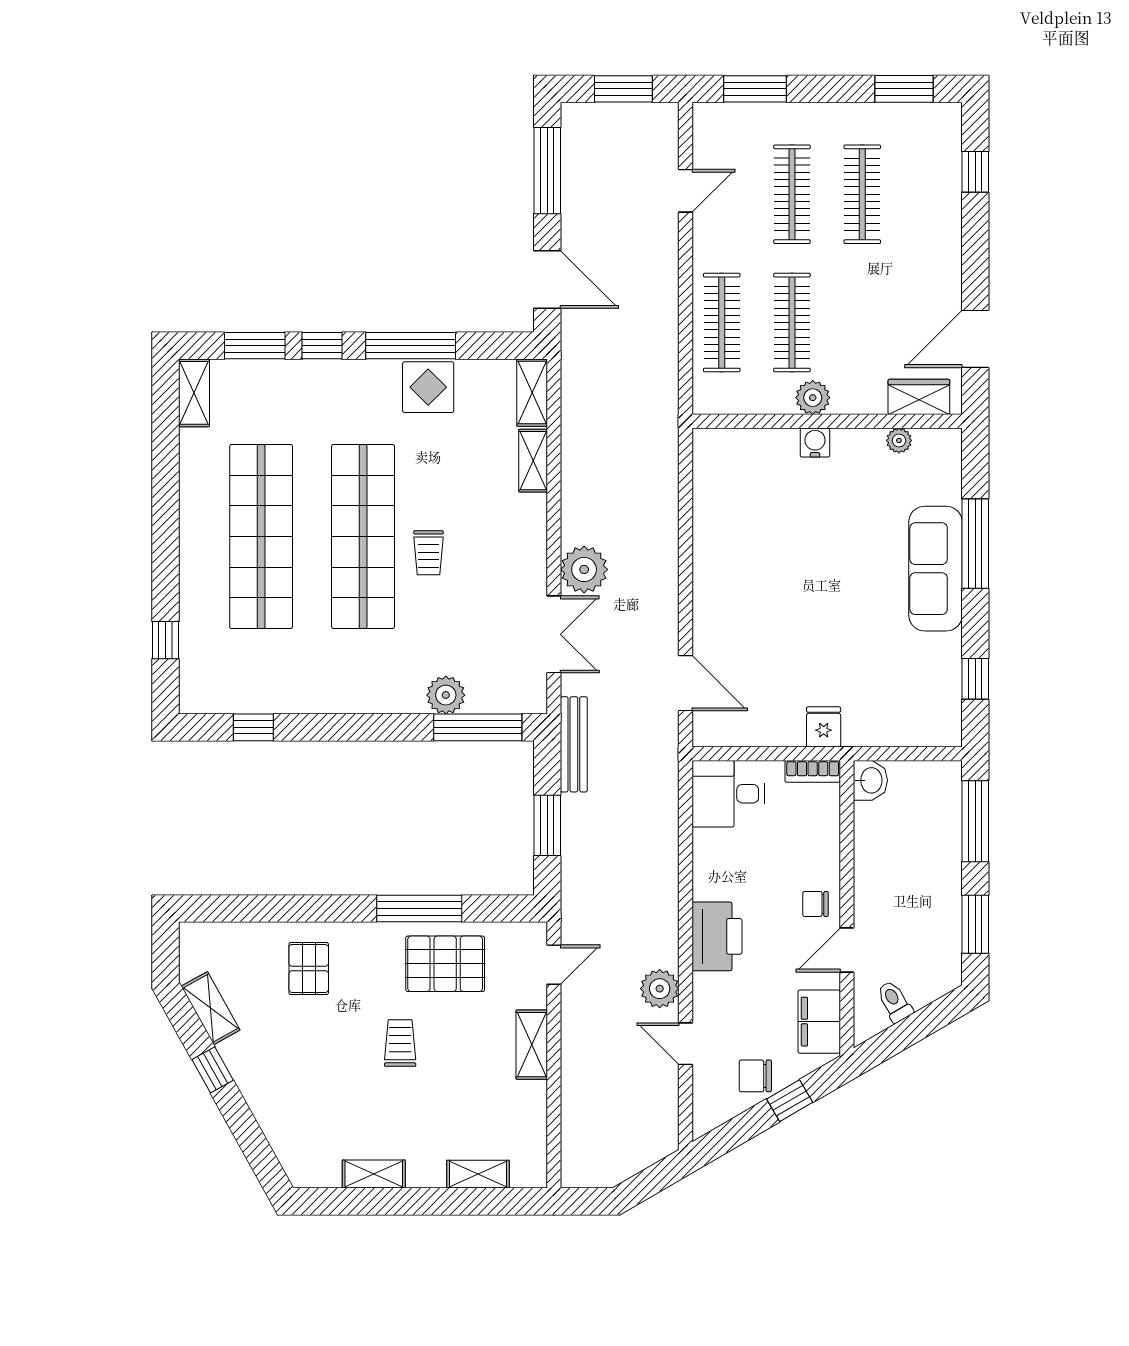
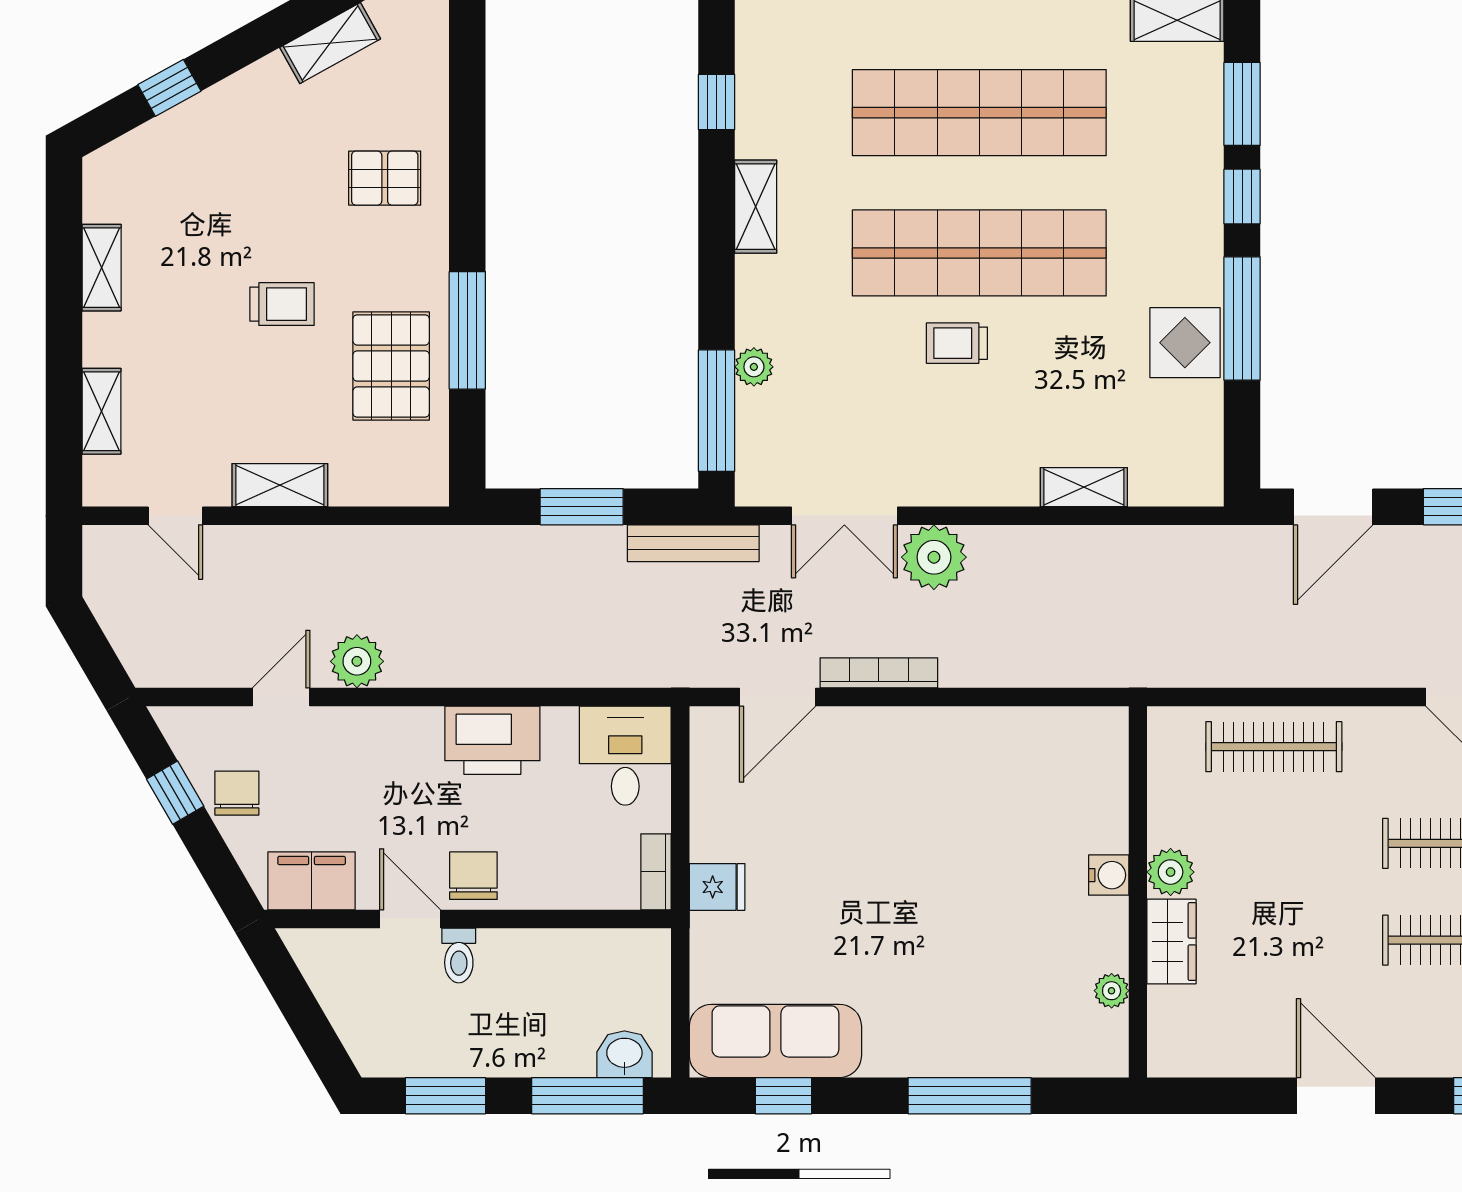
clothes rail: (792, 323) -> (1274, 843), removed
door: (975, 339) -> (1336, 1096), moved
shelving: (532, 393) -> (756, 207), moved, turned 90
wardrobe: (919, 397) -> (1172, 942), moved
sofa: (935, 569) -> (775, 1041), moved
bookcase: (668, 609) -> (879, 673), added
plant: (446, 695) -> (754, 367), width x0.73, depth x0.73
washbasin: (870, 780) -> (624, 1054), moved, turned 180
chair: (815, 904) -> (473, 876), width x1.37, depth x1.37
printer: (717, 936) -> (492, 740), moved
door: (554, 965) -> (175, 516), moved
toilet: (895, 1002) -> (459, 955), moved, turned 120
window: (213, 1070) -> (169, 88), moved
window: (790, 1101) -> (175, 793), moved

